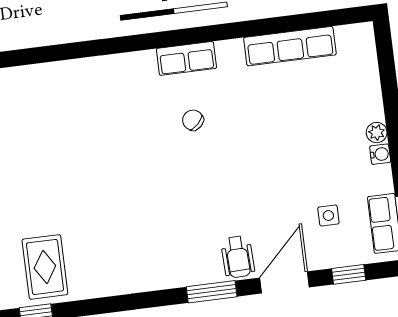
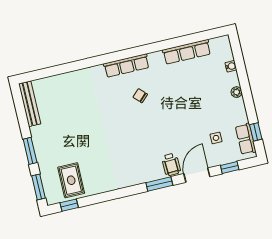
row of seats: (186, 58) -> (126, 66), width x1.48
water cooler: (380, 154) -> (231, 66), moved

